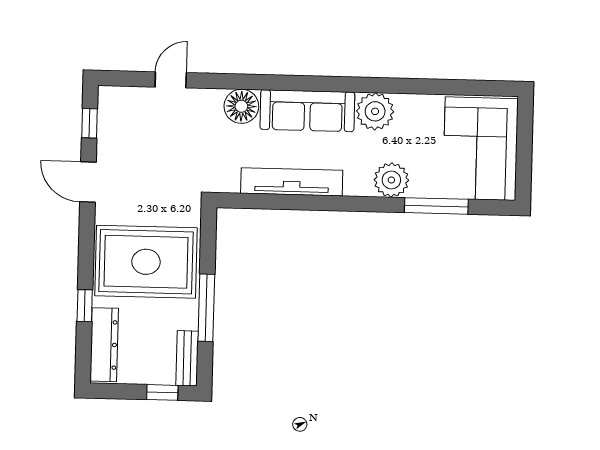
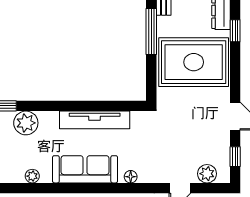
plant: (131, 100) -> (207, 174), added
floor lamp: (241, 106) -> (131, 177), width x0.53, depth x0.53
plant: (375, 111) -> (32, 176), width x0.53, depth x0.53

